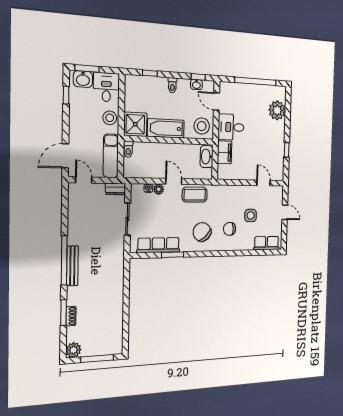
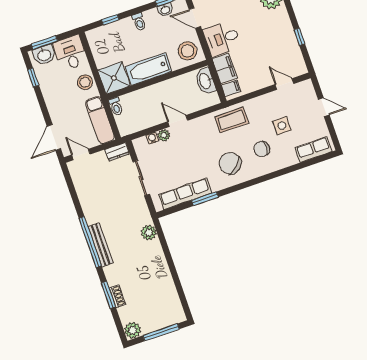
filing cabinet: (224, 170) -> (231, 88), added
coffee table: (195, 195) -> (232, 120), moved
plant: (117, 268) -> (149, 233), added

